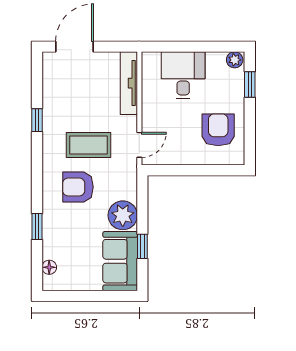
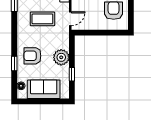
armchair: (78, 187) -> (32, 56), moved
sofa: (120, 261) -> (44, 89), moved, turned 90

